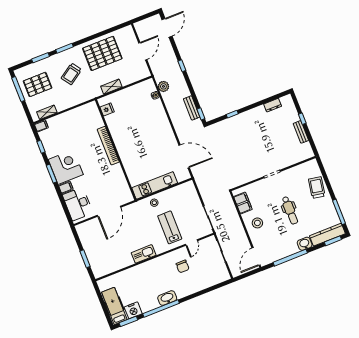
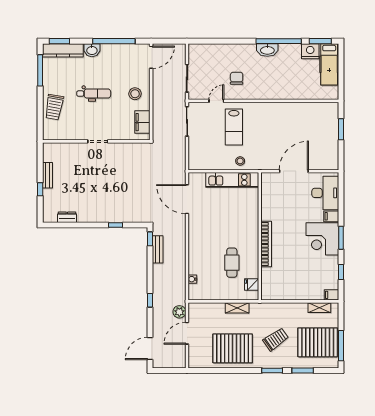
pallet: (38, 84) -> (318, 342), width x1.37, depth x1.41
plant: (163, 86) -> (179, 312), moved
cafe table: (129, 120) -> (232, 263), added
dental chair: (290, 210) -> (94, 94), turned 90
kitchen sink: (144, 254) -> (274, 109), removed

